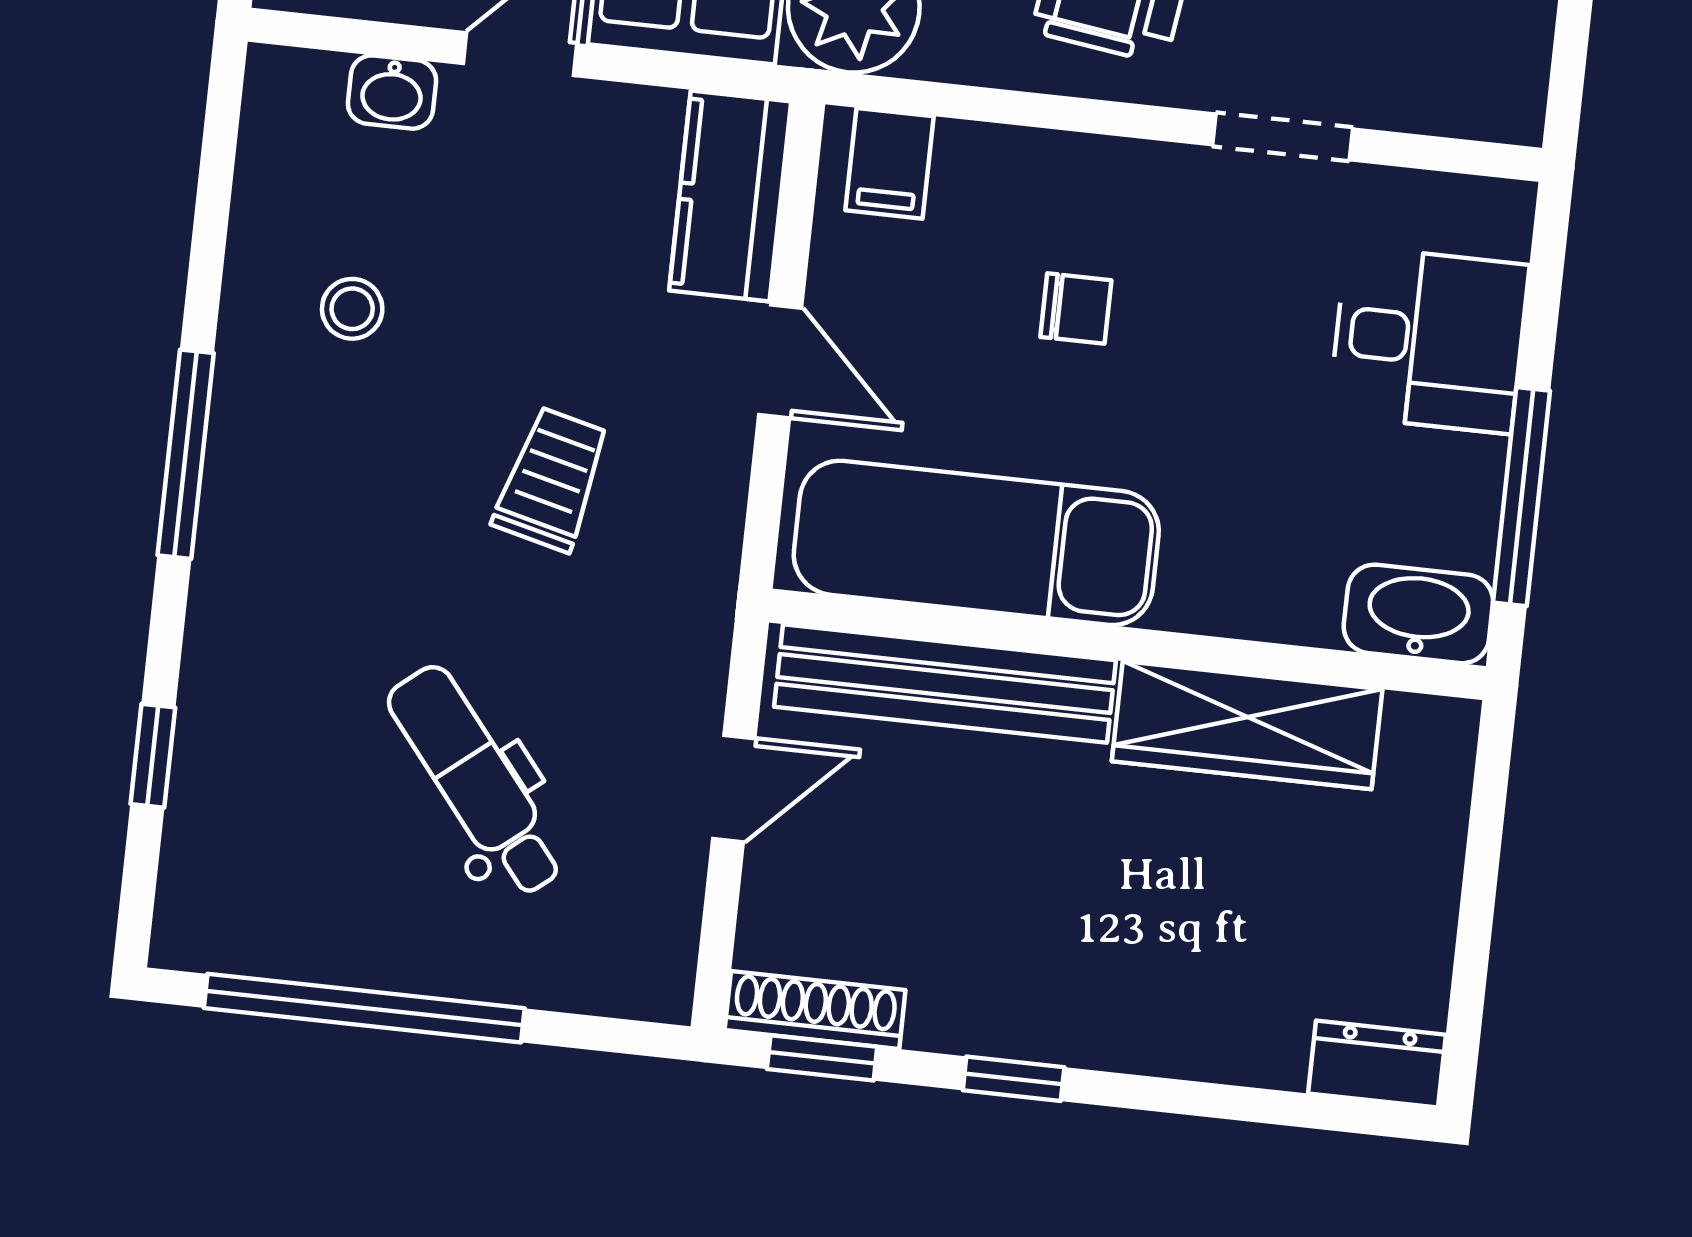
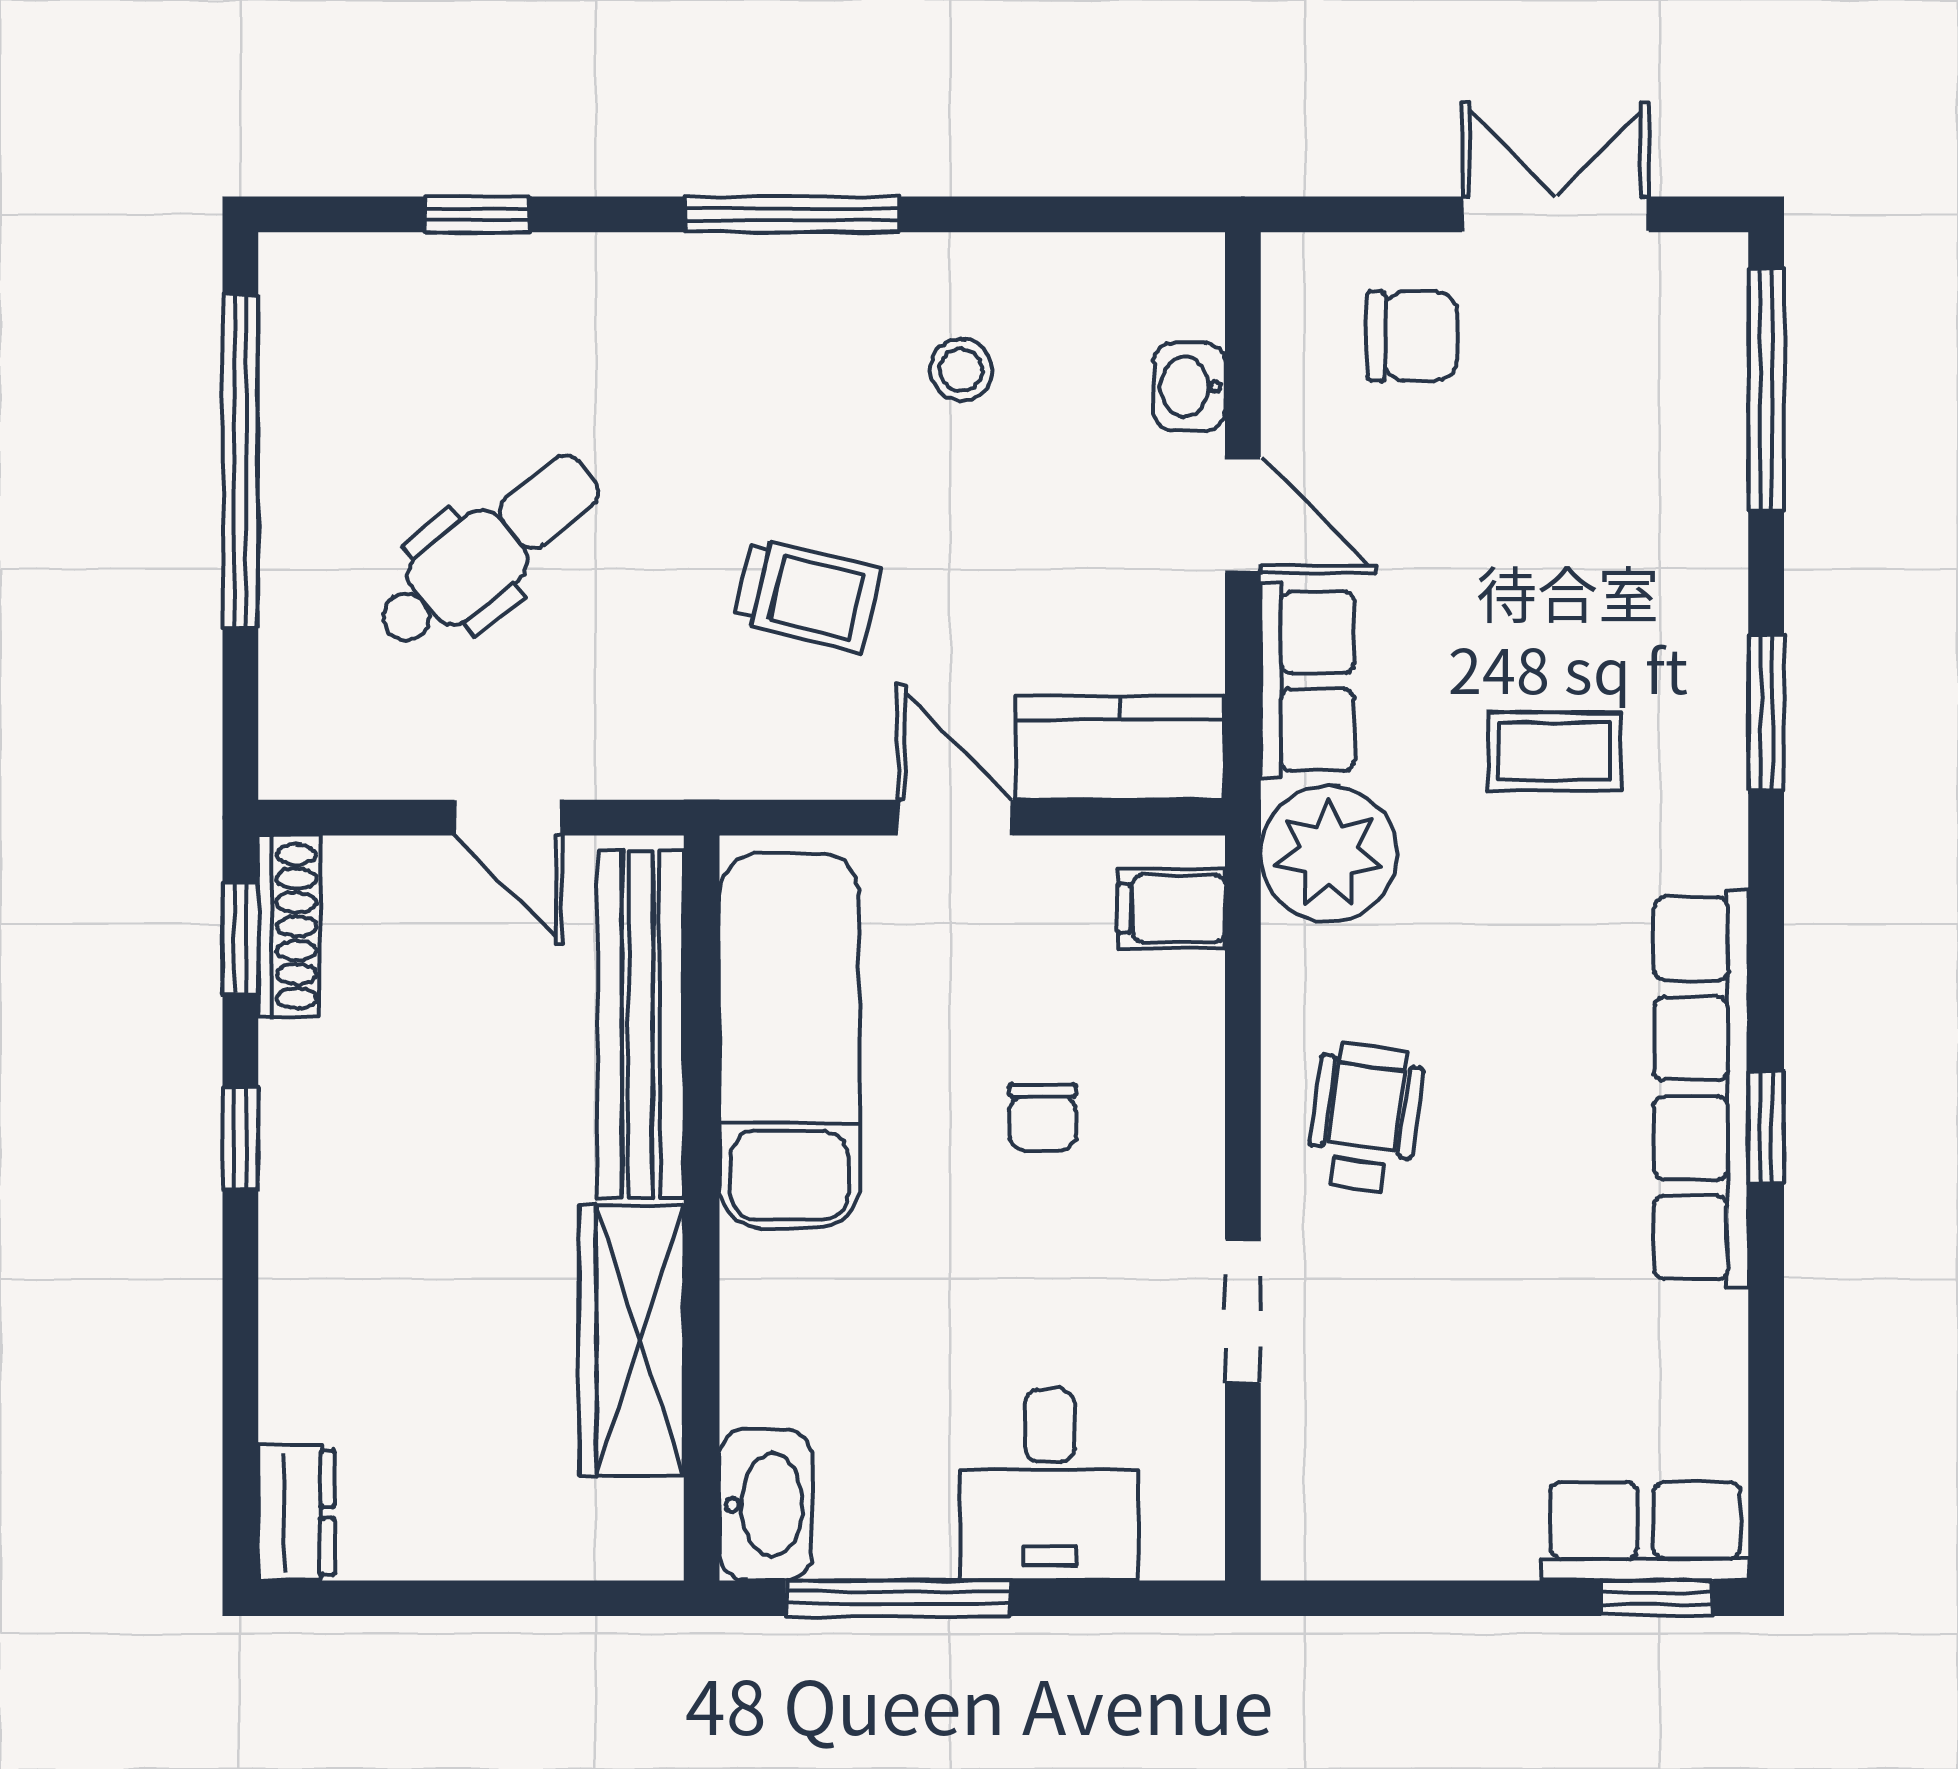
door: (780, 361) -> (955, 818), swing flipped

